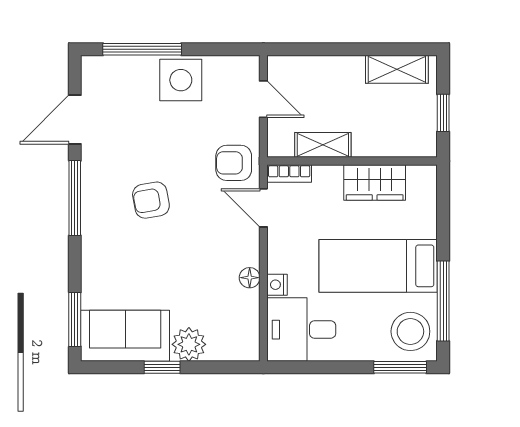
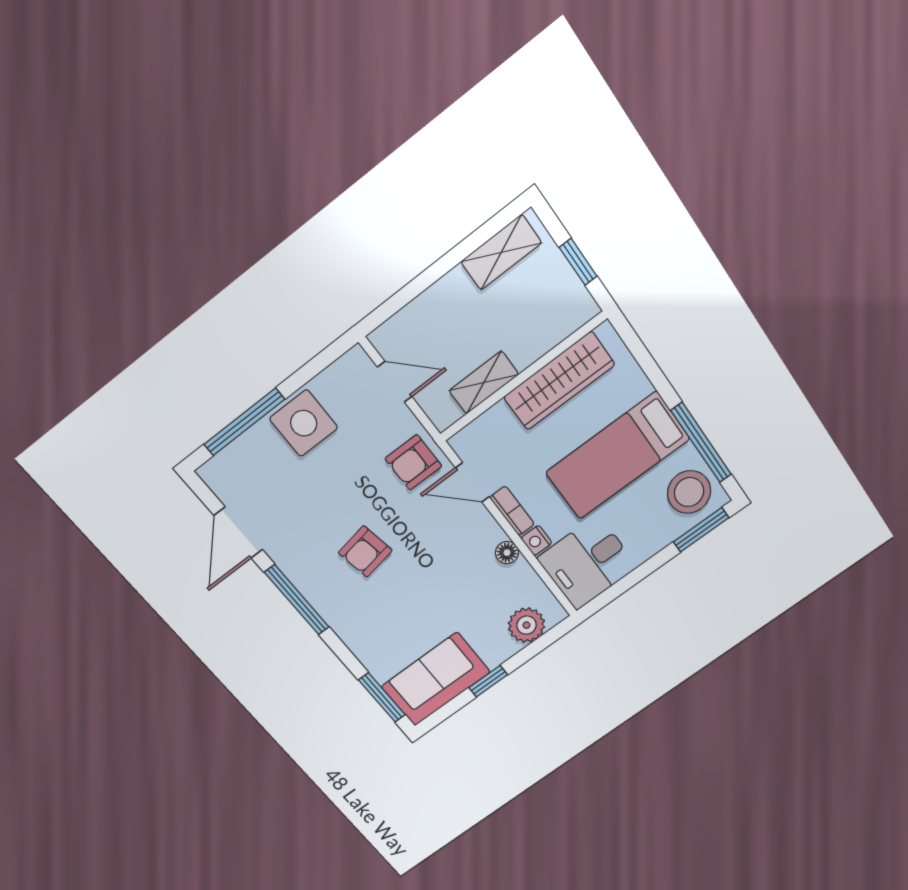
bookcase: (289, 173) -> (512, 511), moved, turned -90
wardrobe: (375, 182) -> (559, 381), width x1.50
plant: (189, 344) -> (527, 625), moved

